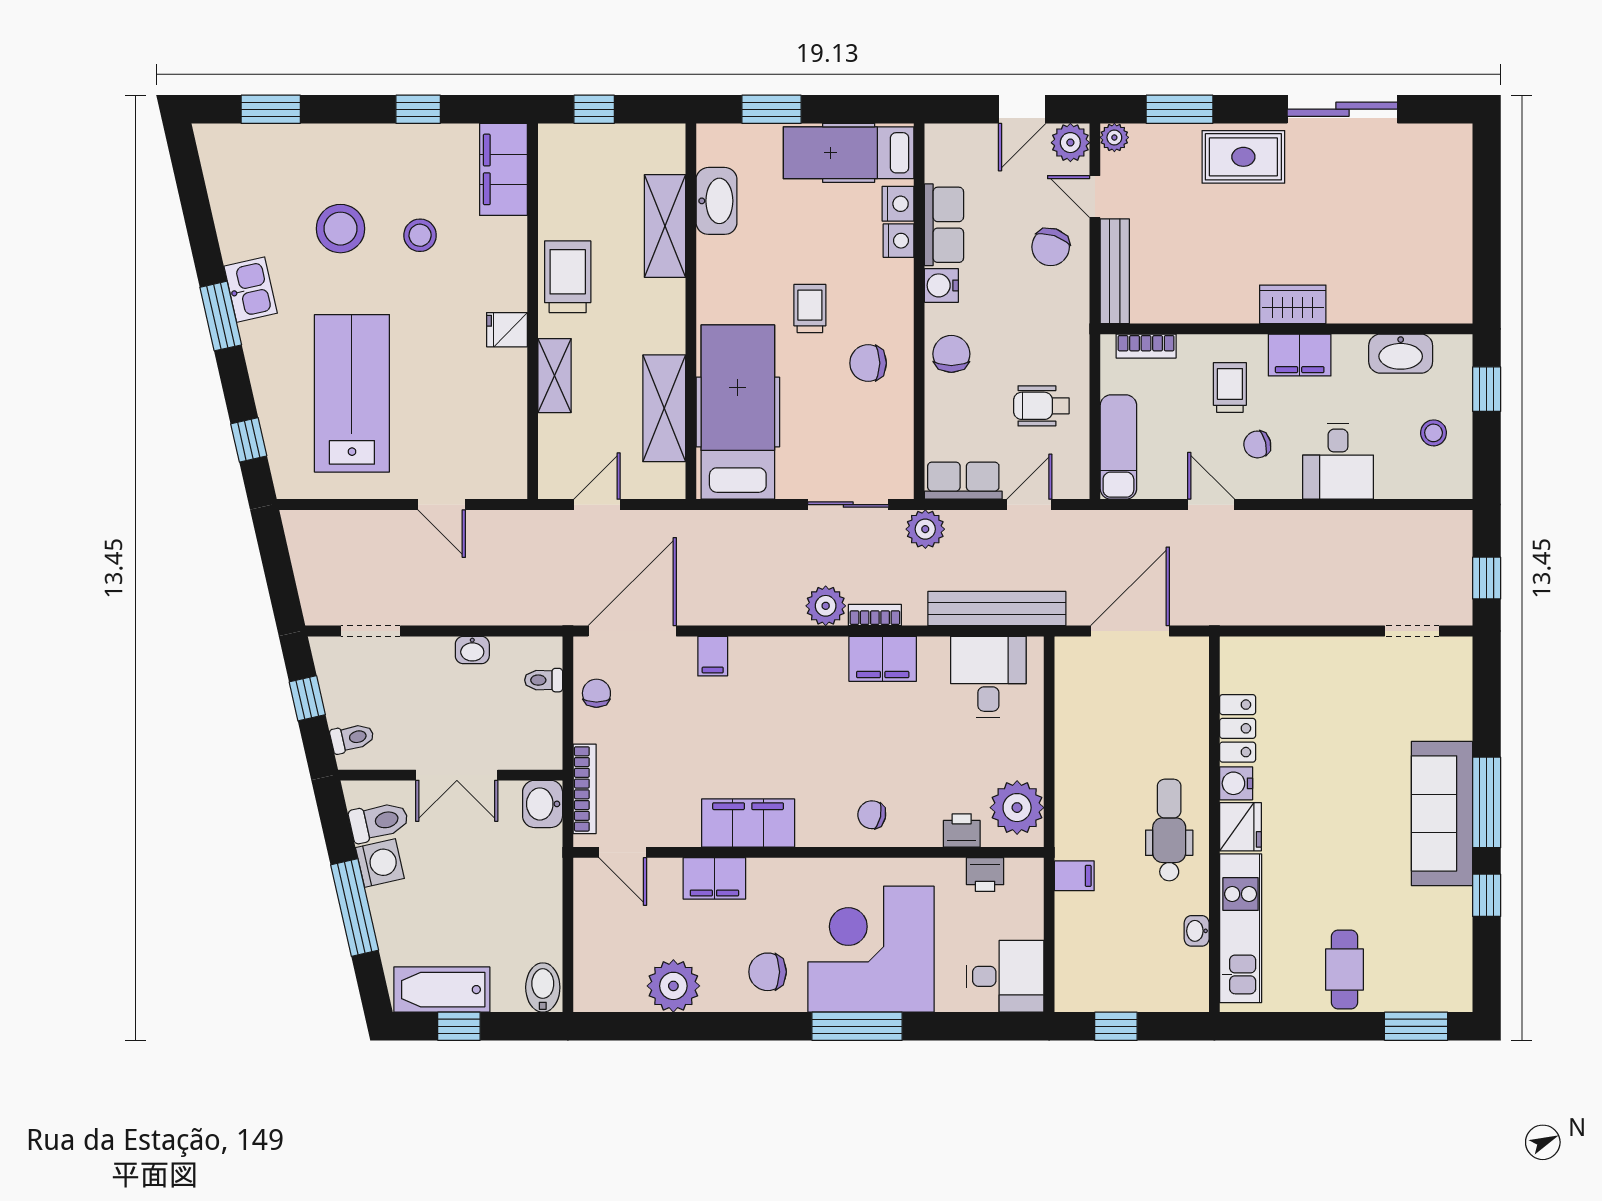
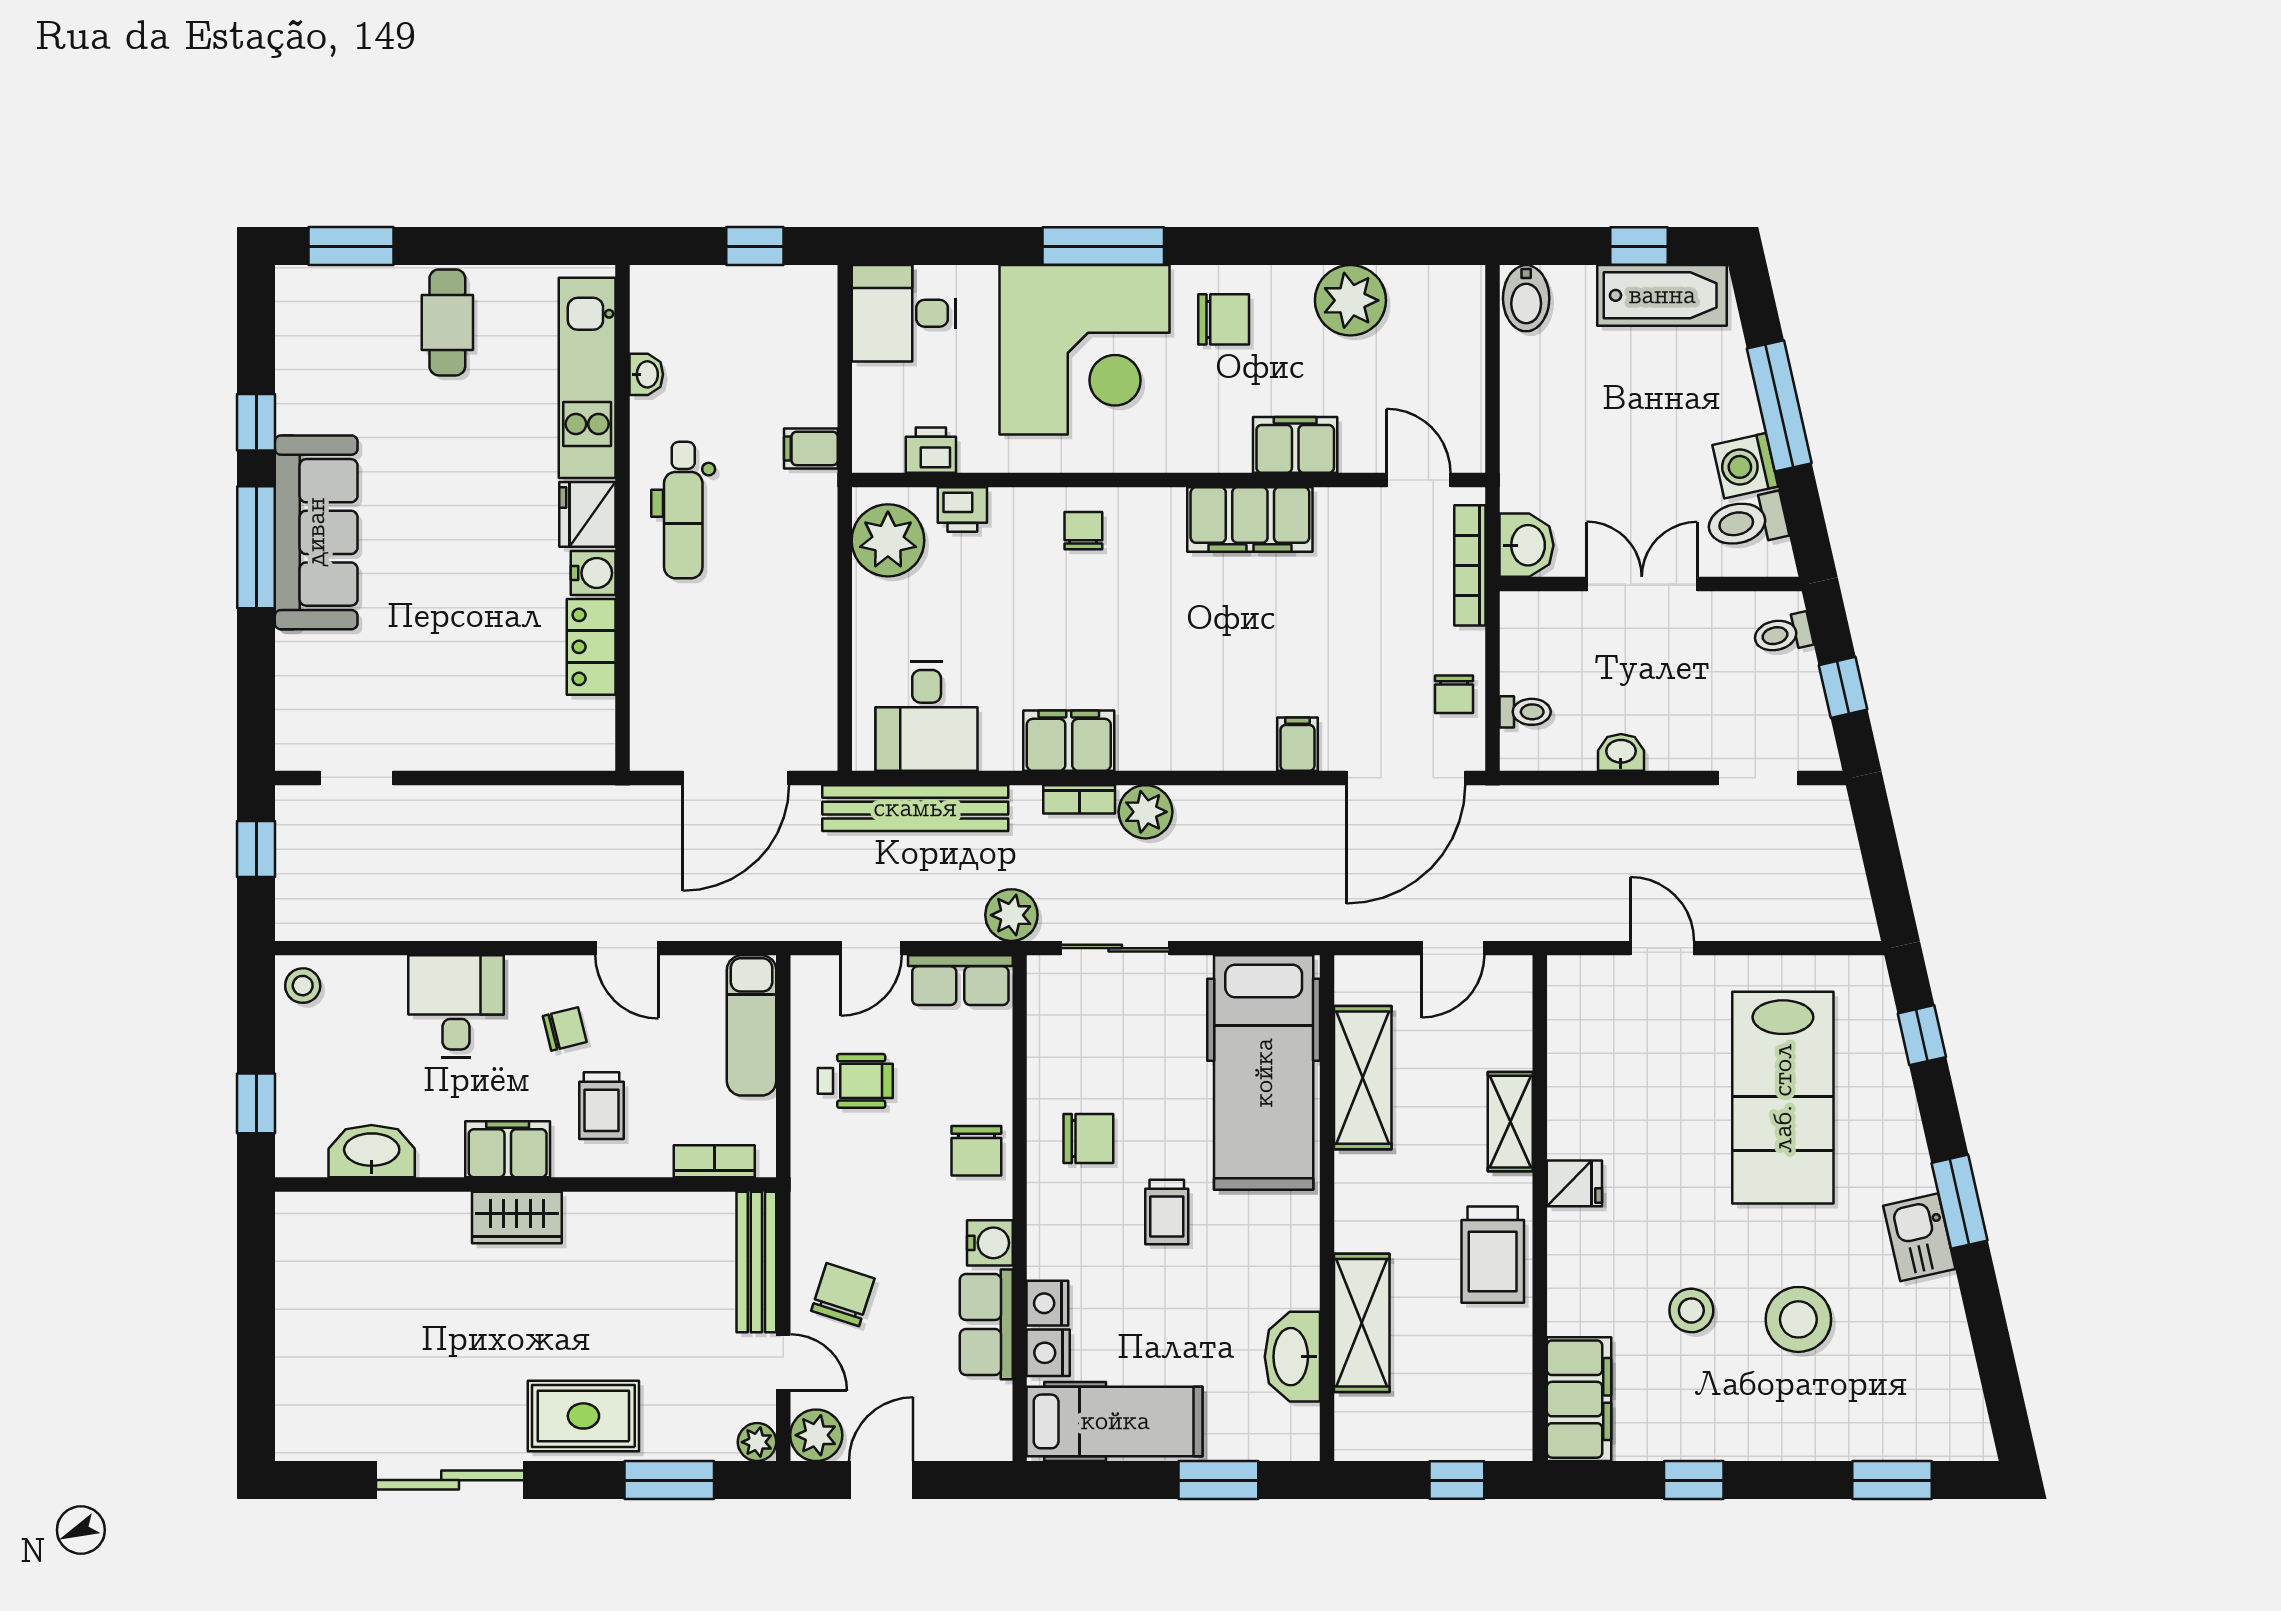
stool: (1434, 433) -> (303, 986), moved
chair: (872, 815) -> (1083, 531), turned -102

